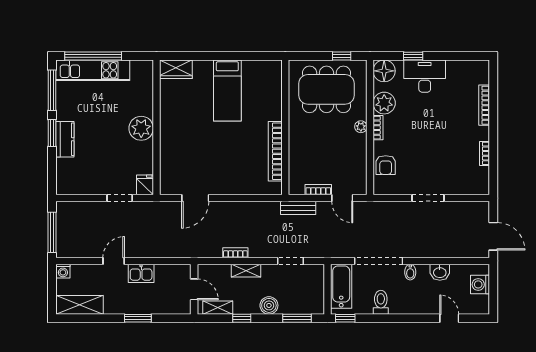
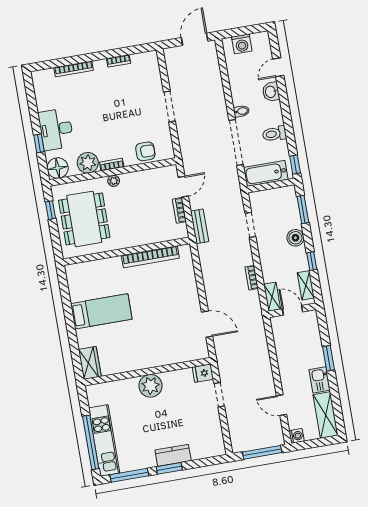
door: (114, 261) -> (281, 405), moved
shelving: (246, 271) -> (272, 297), moved
washbasin: (440, 272) -> (271, 92), moved, turned 180
kitchen sink: (141, 273) -> (320, 380), moved, turned 180
door: (194, 289) -> (293, 310), hinge flipped

